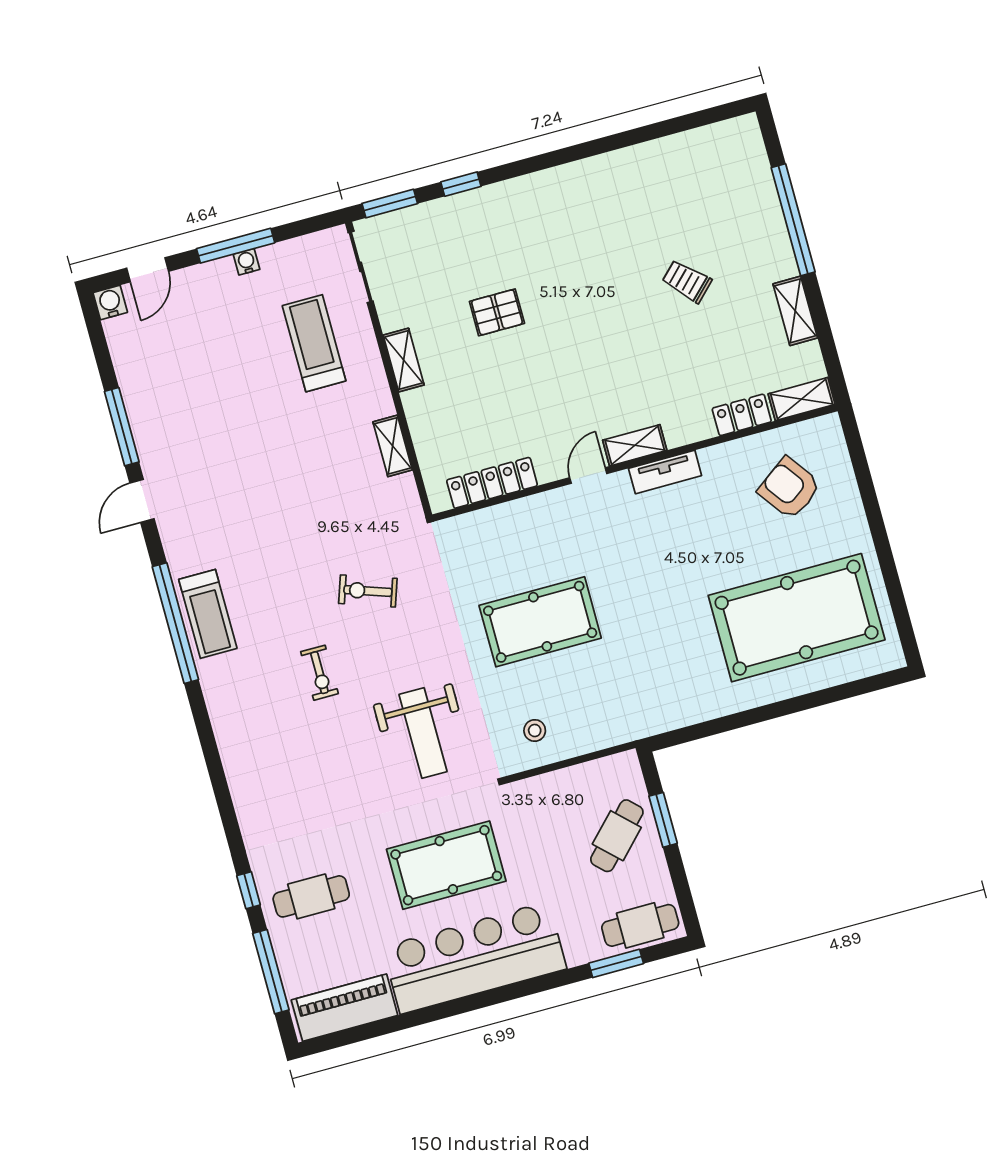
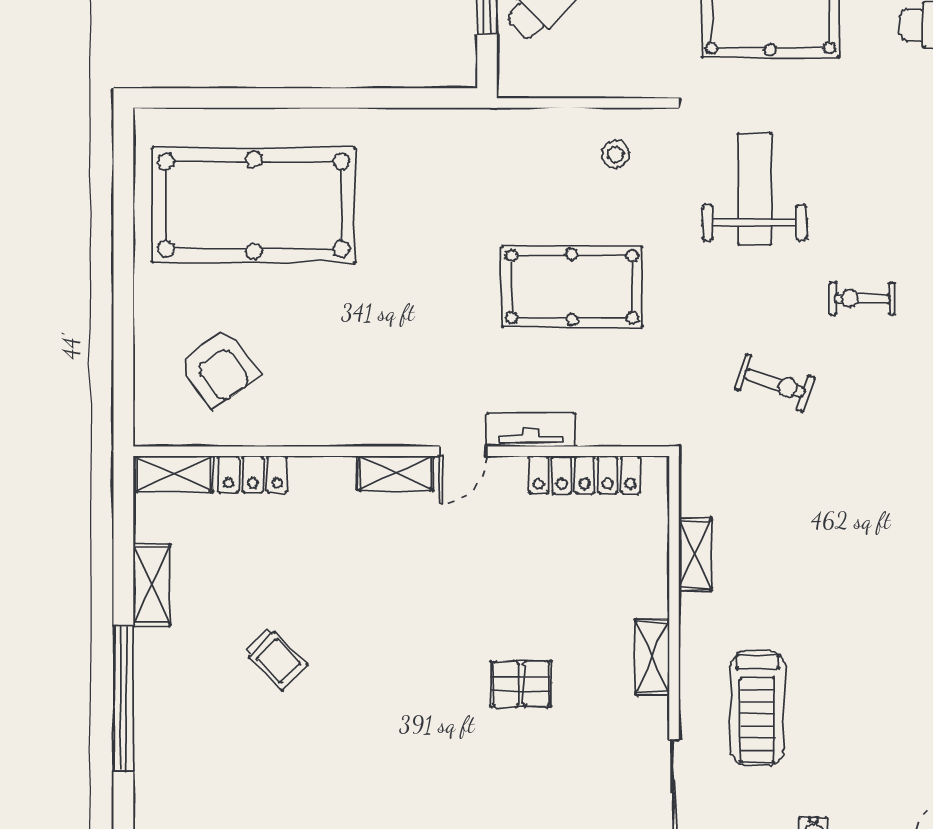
tv unit: (665, 472) -> (531, 430), moved
exercise bike: (319, 673) -> (862, 299), turned -90

